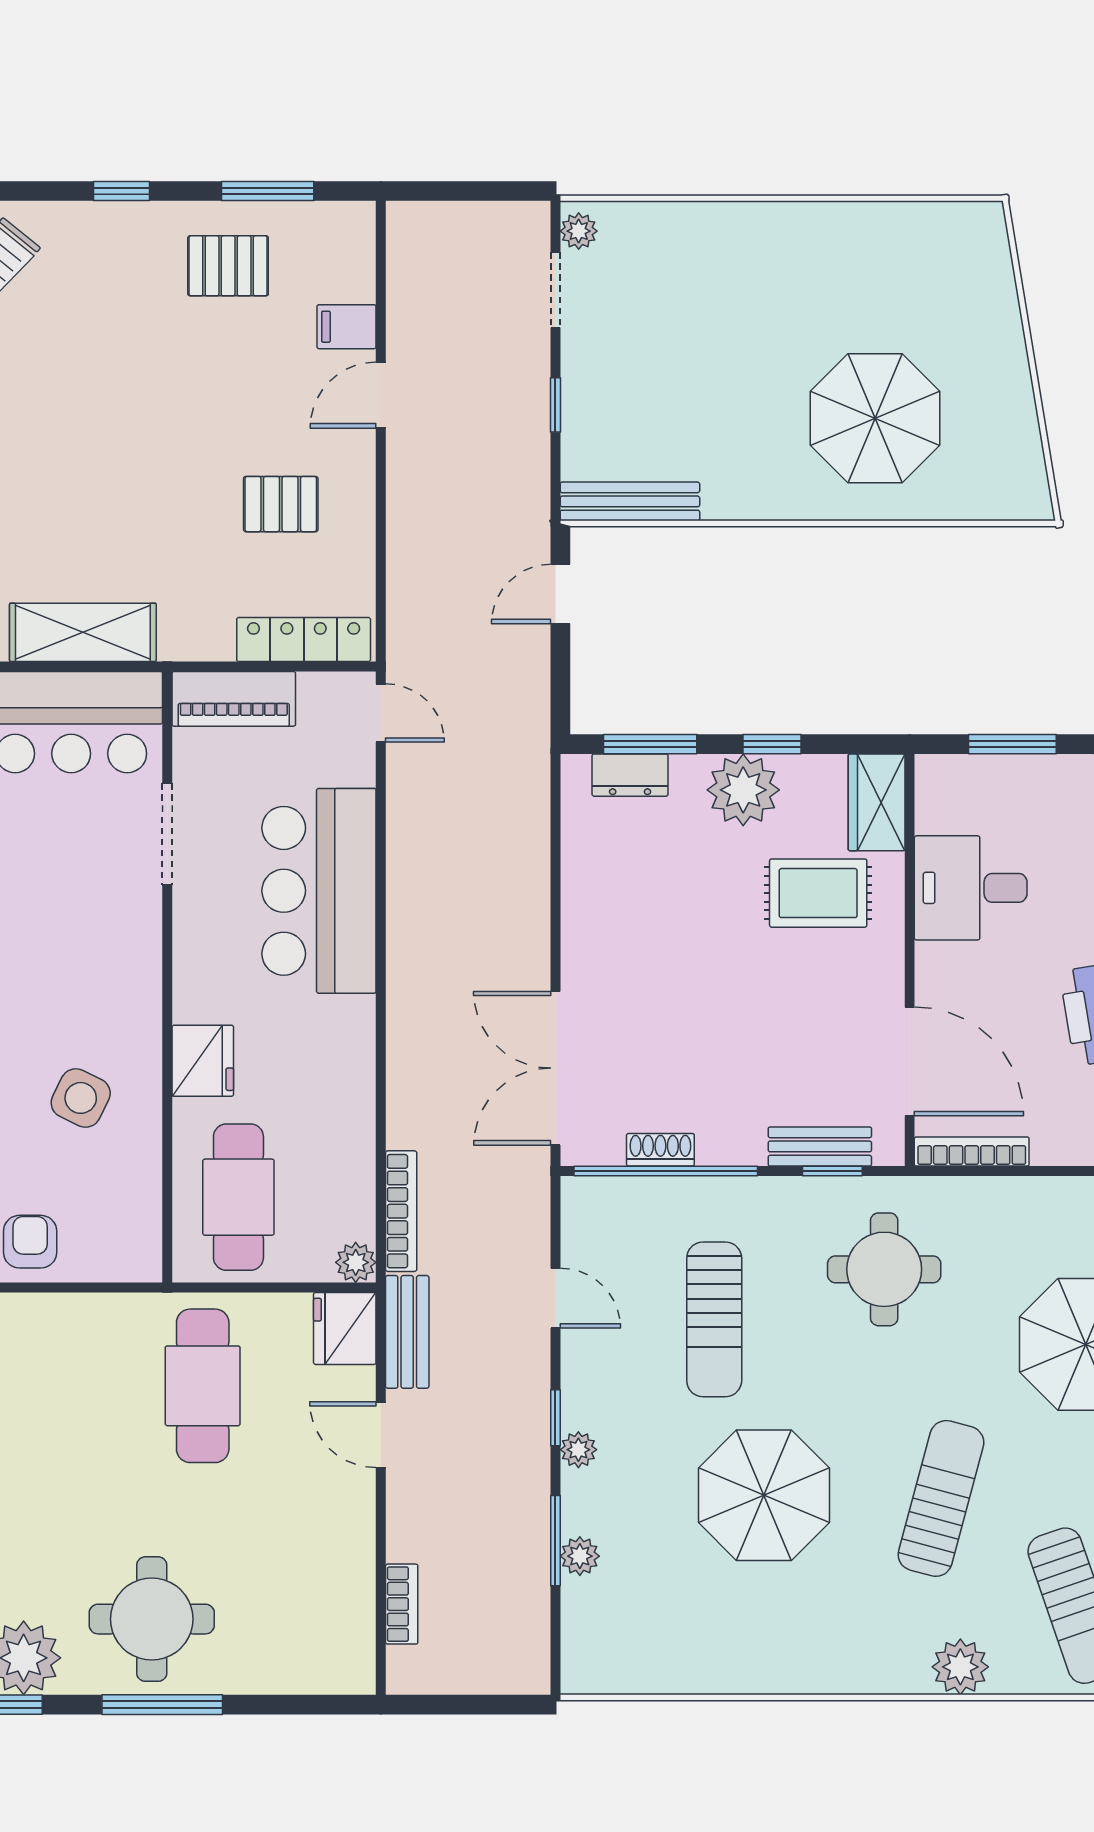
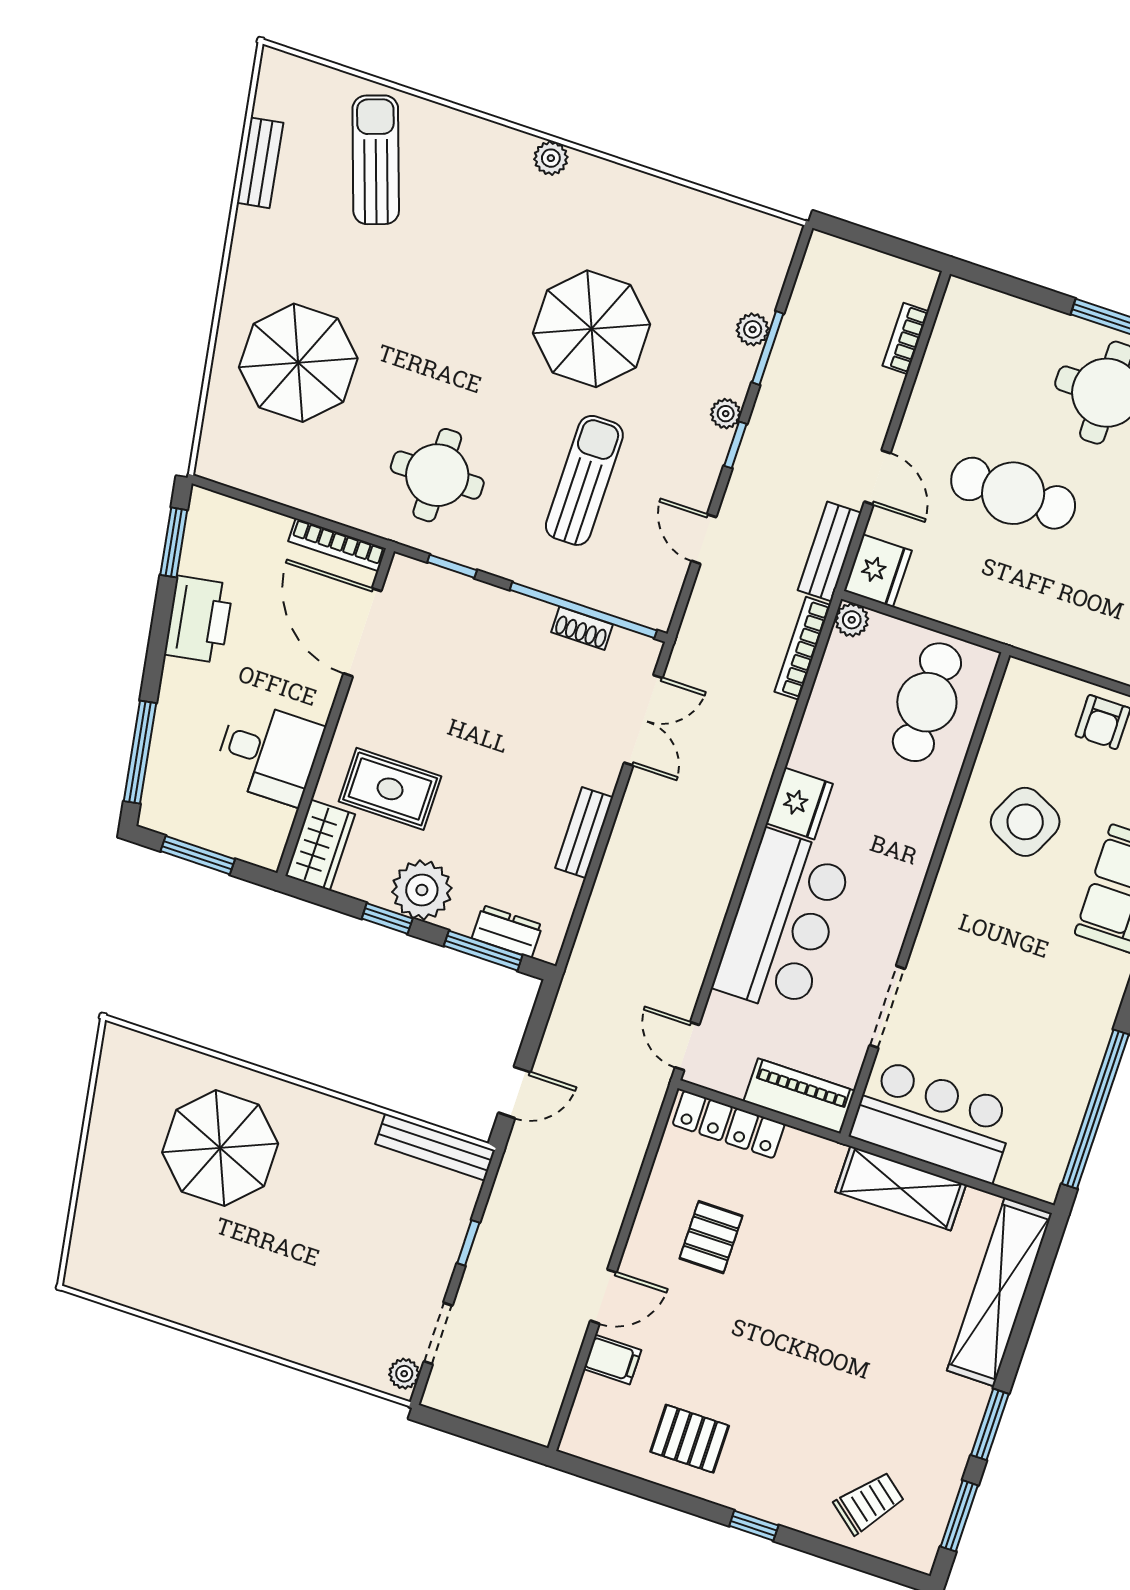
window: (268, 191) -> (639, 1487), removed
pallet: (281, 504) -> (711, 1237), turned 90
fridge: (203, 1061) -> (799, 803), moved, turned 180
double door: (555, 1068) -> (643, 720), width x0.73
side table: (81, 1098) -> (1025, 822), width x1.37, depth x1.37
bench: (820, 1146) -> (584, 833), moved, turned 90
cafe table: (203, 1386) -> (1013, 493), moved, turned 90
sun lounger: (941, 1498) -> (453, 280), removed
plant: (960, 1667) -> (551, 158), moved, width x0.73, depth x0.73

